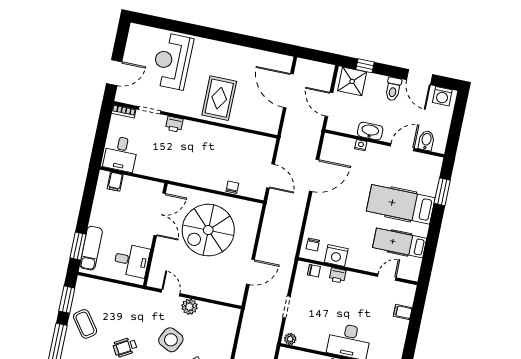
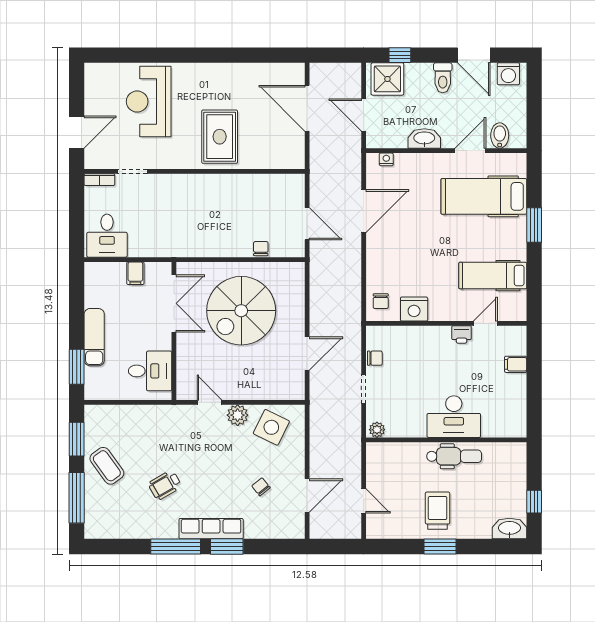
printer: (174, 124) -> (168, 183), removed
nightstand: (361, 145) -> (386, 159), moved
filing cabinet: (115, 182) -> (135, 273), moved
window: (442, 192) -> (534, 225), moved
hospital bed: (401, 204) -> (484, 196), moved
exam couch: (91, 248) -> (94, 337), moved
chair: (314, 271) -> (375, 358), moved
printer: (338, 275) -> (462, 334), moved
side table: (171, 340) -> (271, 427), moved

